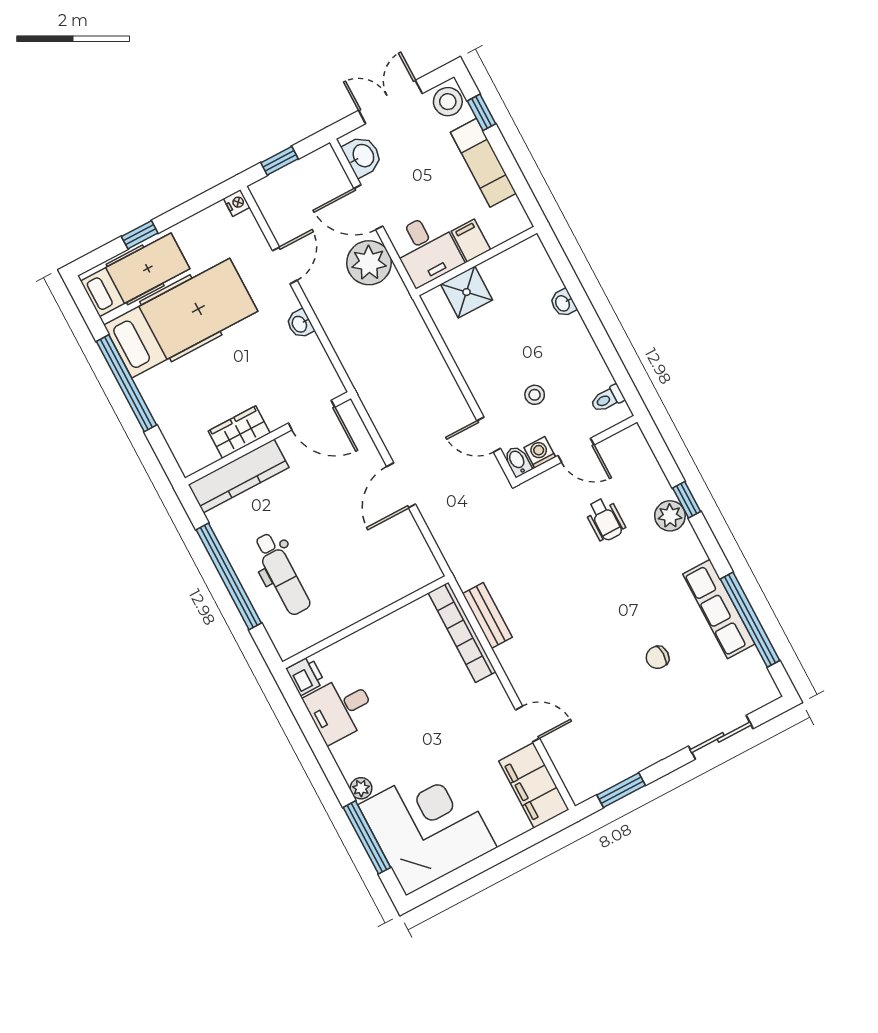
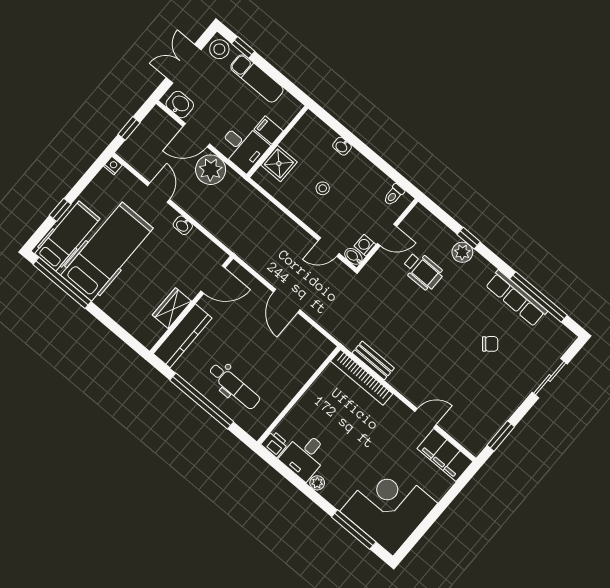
window: (126, 383) -> (62, 283), moved
stool: (535, 395) -> (323, 188), moved
wheelchair: (605, 519) -> (423, 271), width x1.36, depth x1.37
chair: (657, 657) -> (490, 344), turned -131
plant: (361, 788) -> (317, 483), moved

